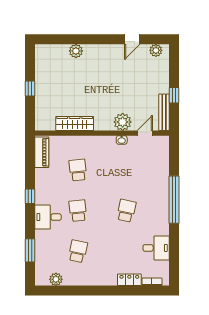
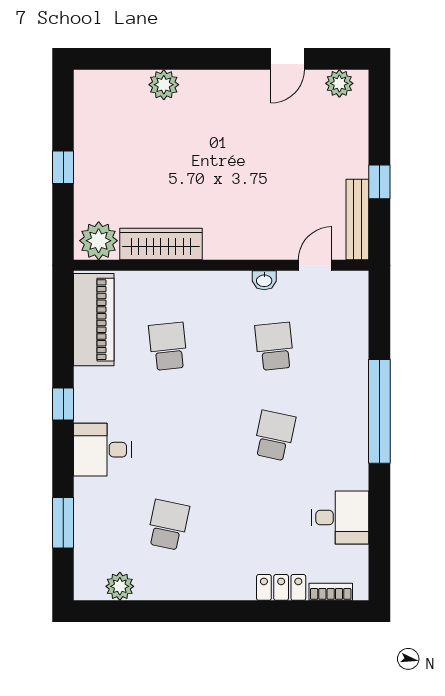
plant: (123, 122) -> (99, 241), moved
piano: (42, 152) -> (94, 320), width x1.37, depth x1.33
school desk: (78, 211) -> (274, 346), moved

